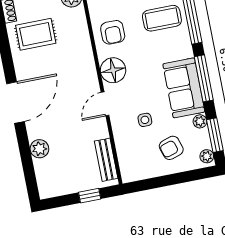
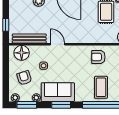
floor lamp: (113, 70) -> (22, 53), moved
window: (204, 78) -> (61, 105), width x0.69
bench: (106, 160) -> (29, 39), width x1.36

